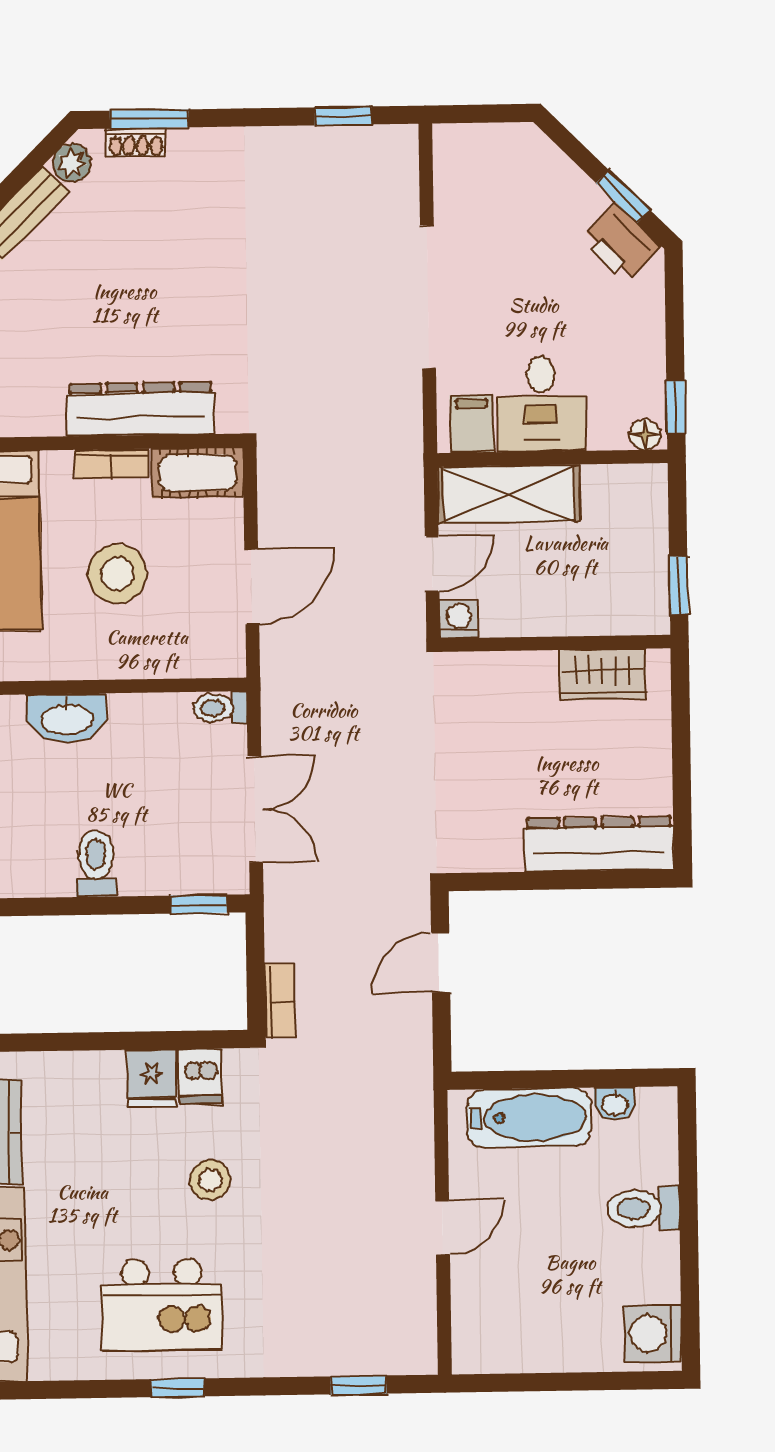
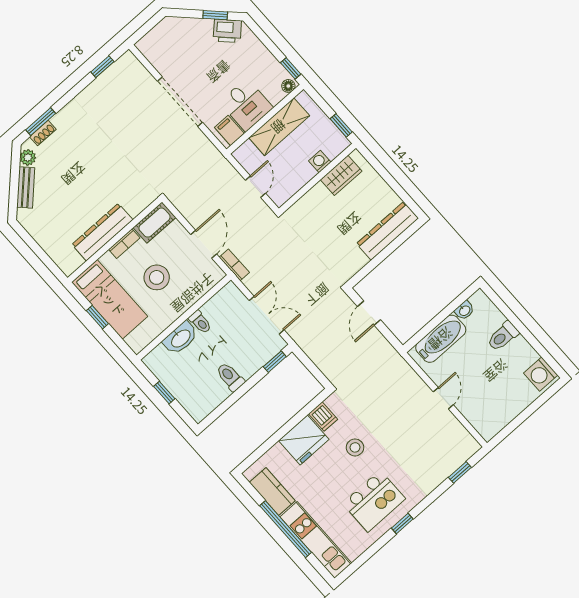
dresser: (141, 409) -> (102, 232), moved
shelving: (509, 494) -> (279, 127), moved
washing machine: (459, 619) -> (320, 161), moved
toilet: (220, 708) -> (200, 322), moved, turned -90
bookcase: (280, 1001) -> (234, 265), moved
fridge: (151, 1078) -> (304, 440), width x1.88, depth x1.34

